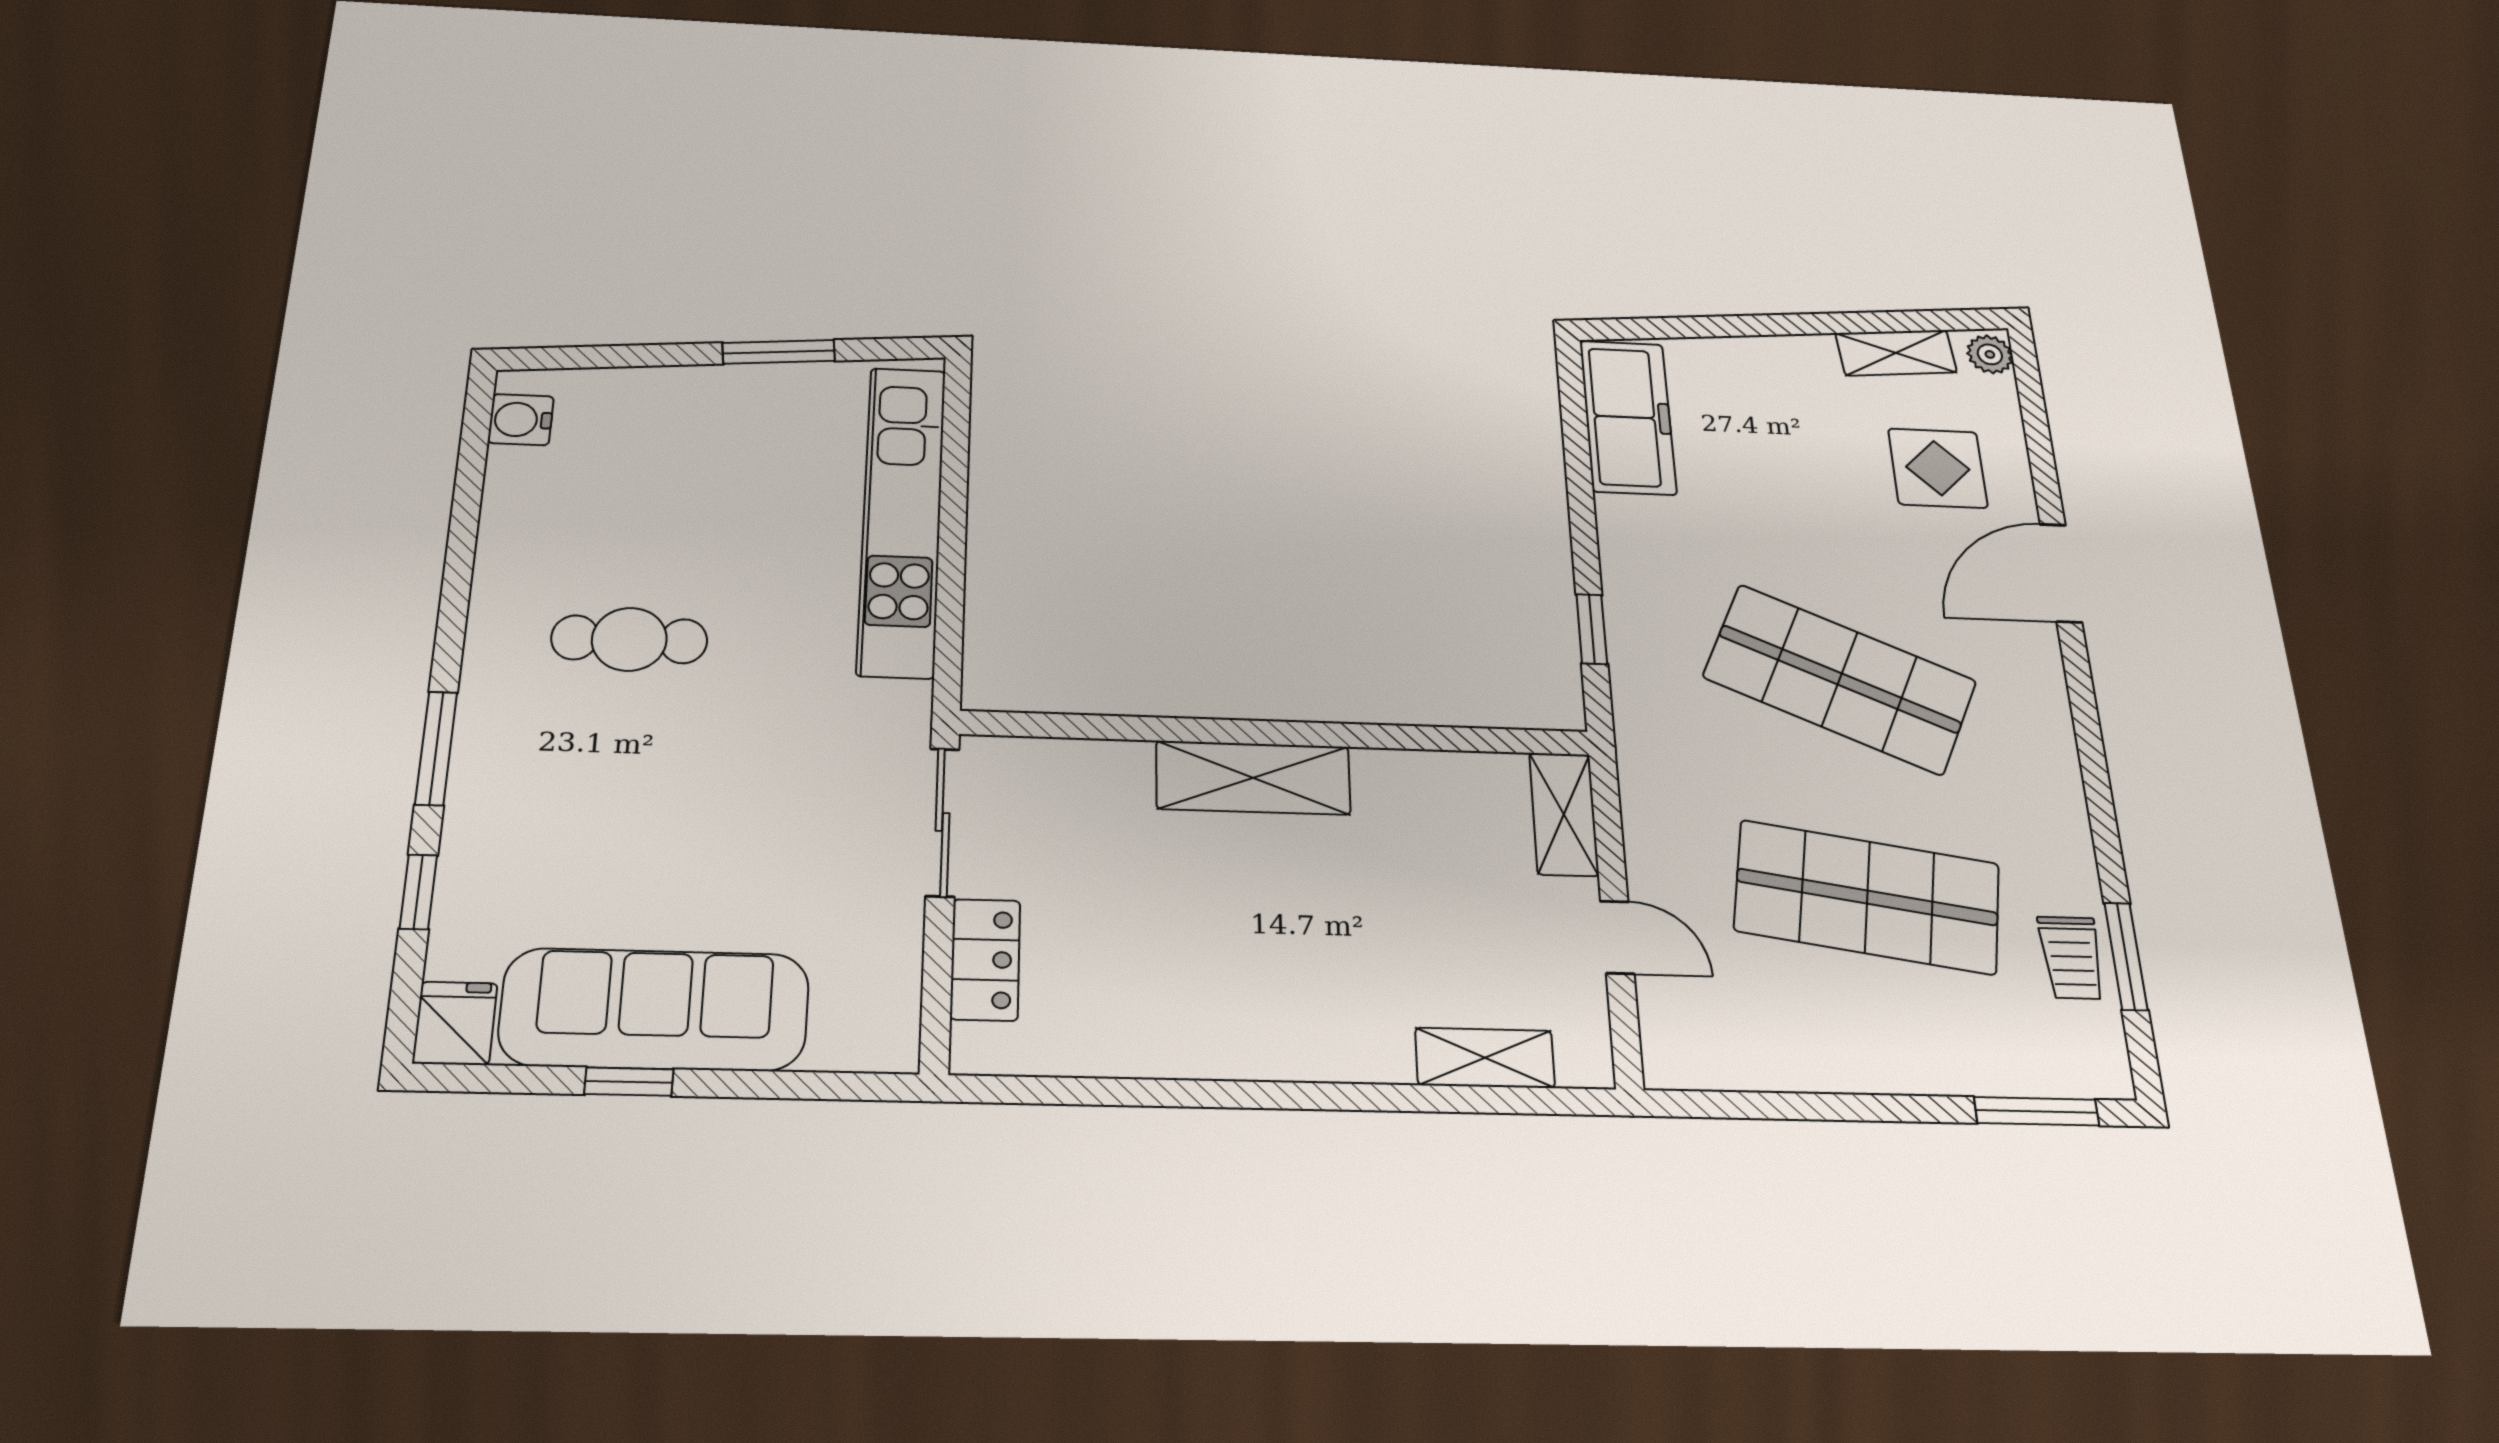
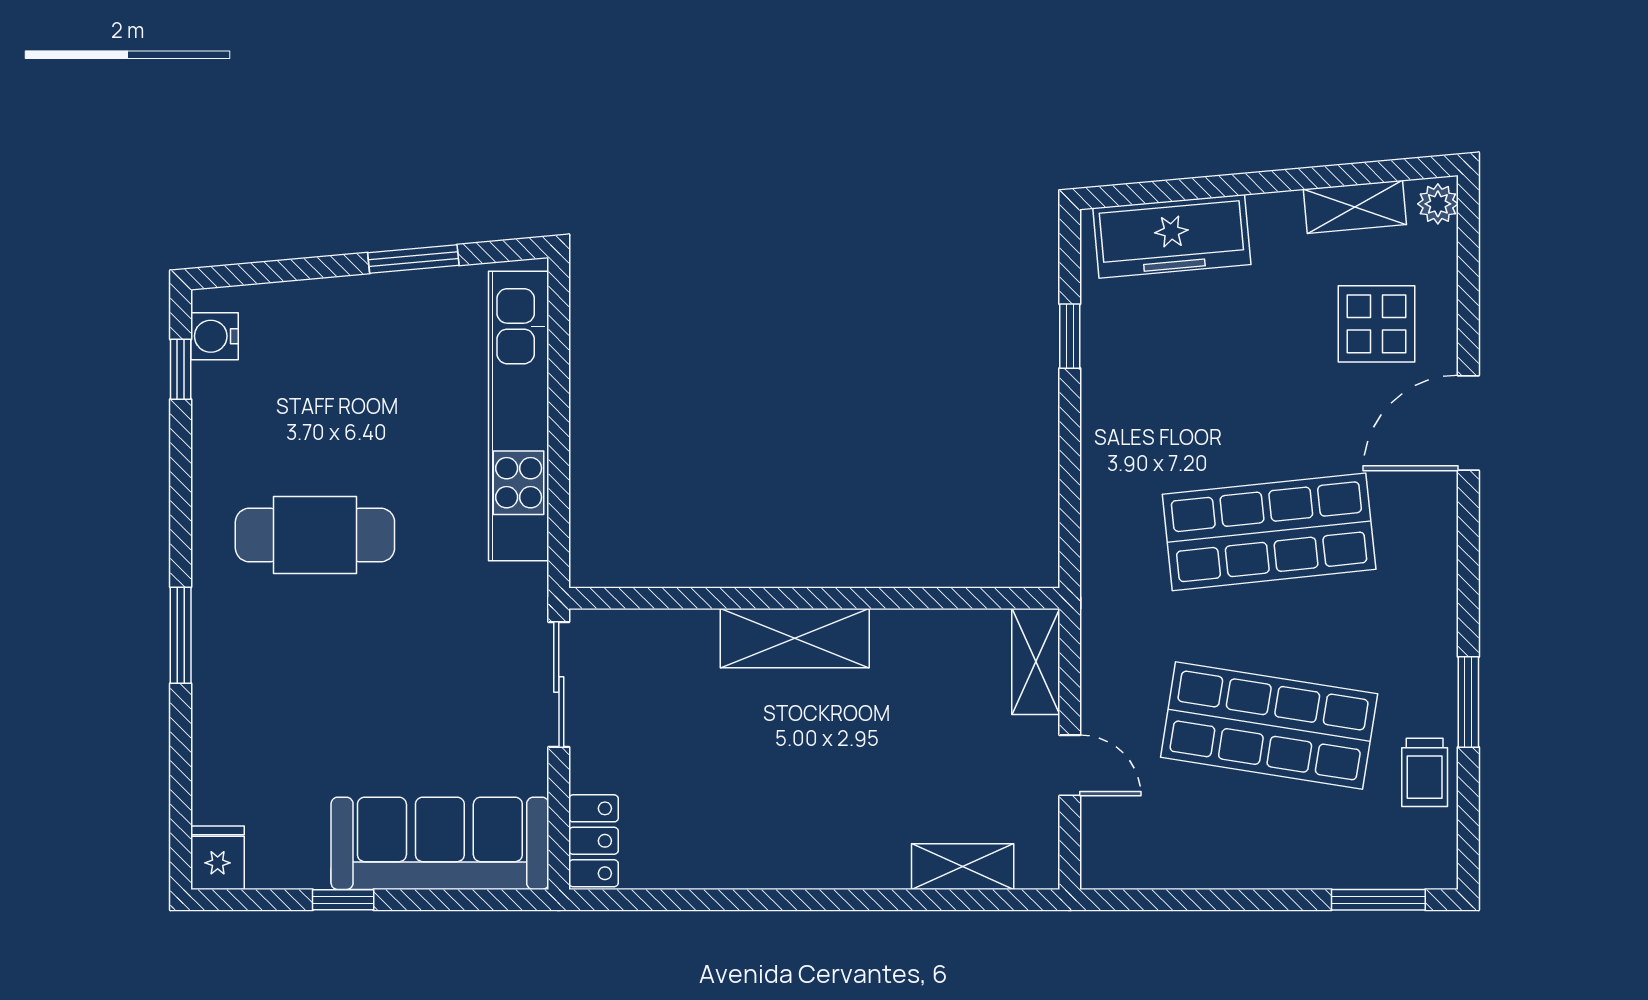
freezer: (1628, 417) -> (1172, 236), moved, turned 85
window: (1592, 629) -> (1070, 336), moved
cafe table: (629, 639) -> (315, 535), width x1.37, depth x1.35
shop shelf: (1840, 679) -> (1269, 532), turned -30
window: (418, 892) -> (181, 369), moved
window: (2126, 956) -> (1468, 702), moved
locker: (985, 960) -> (594, 841), moved
sofa: (655, 1009) -> (440, 843), moved

